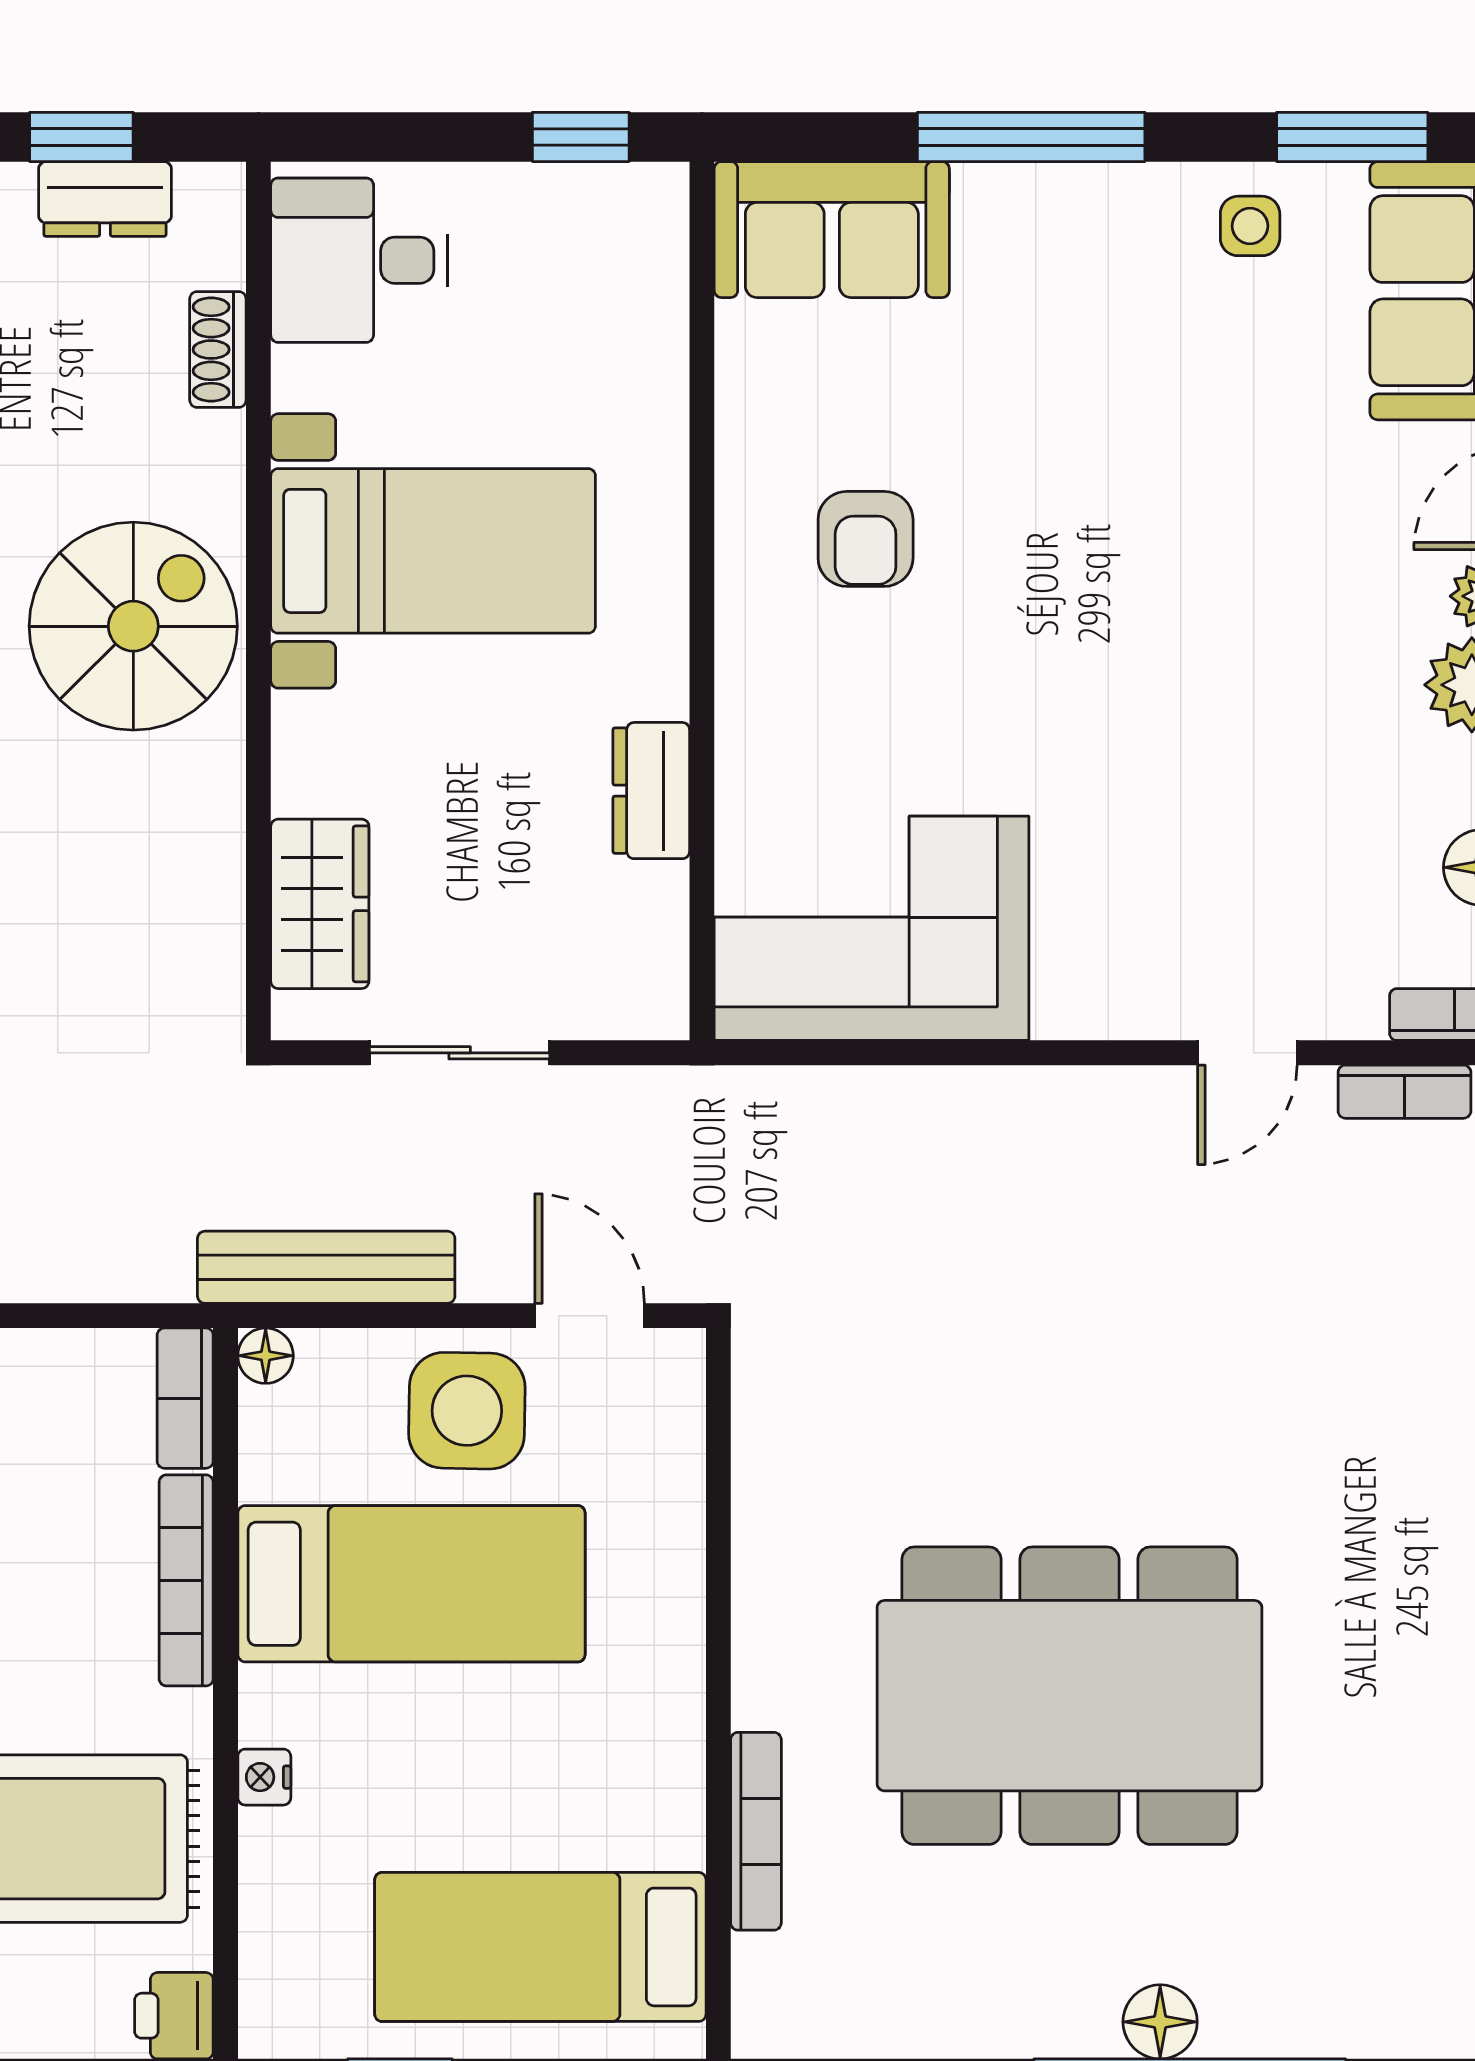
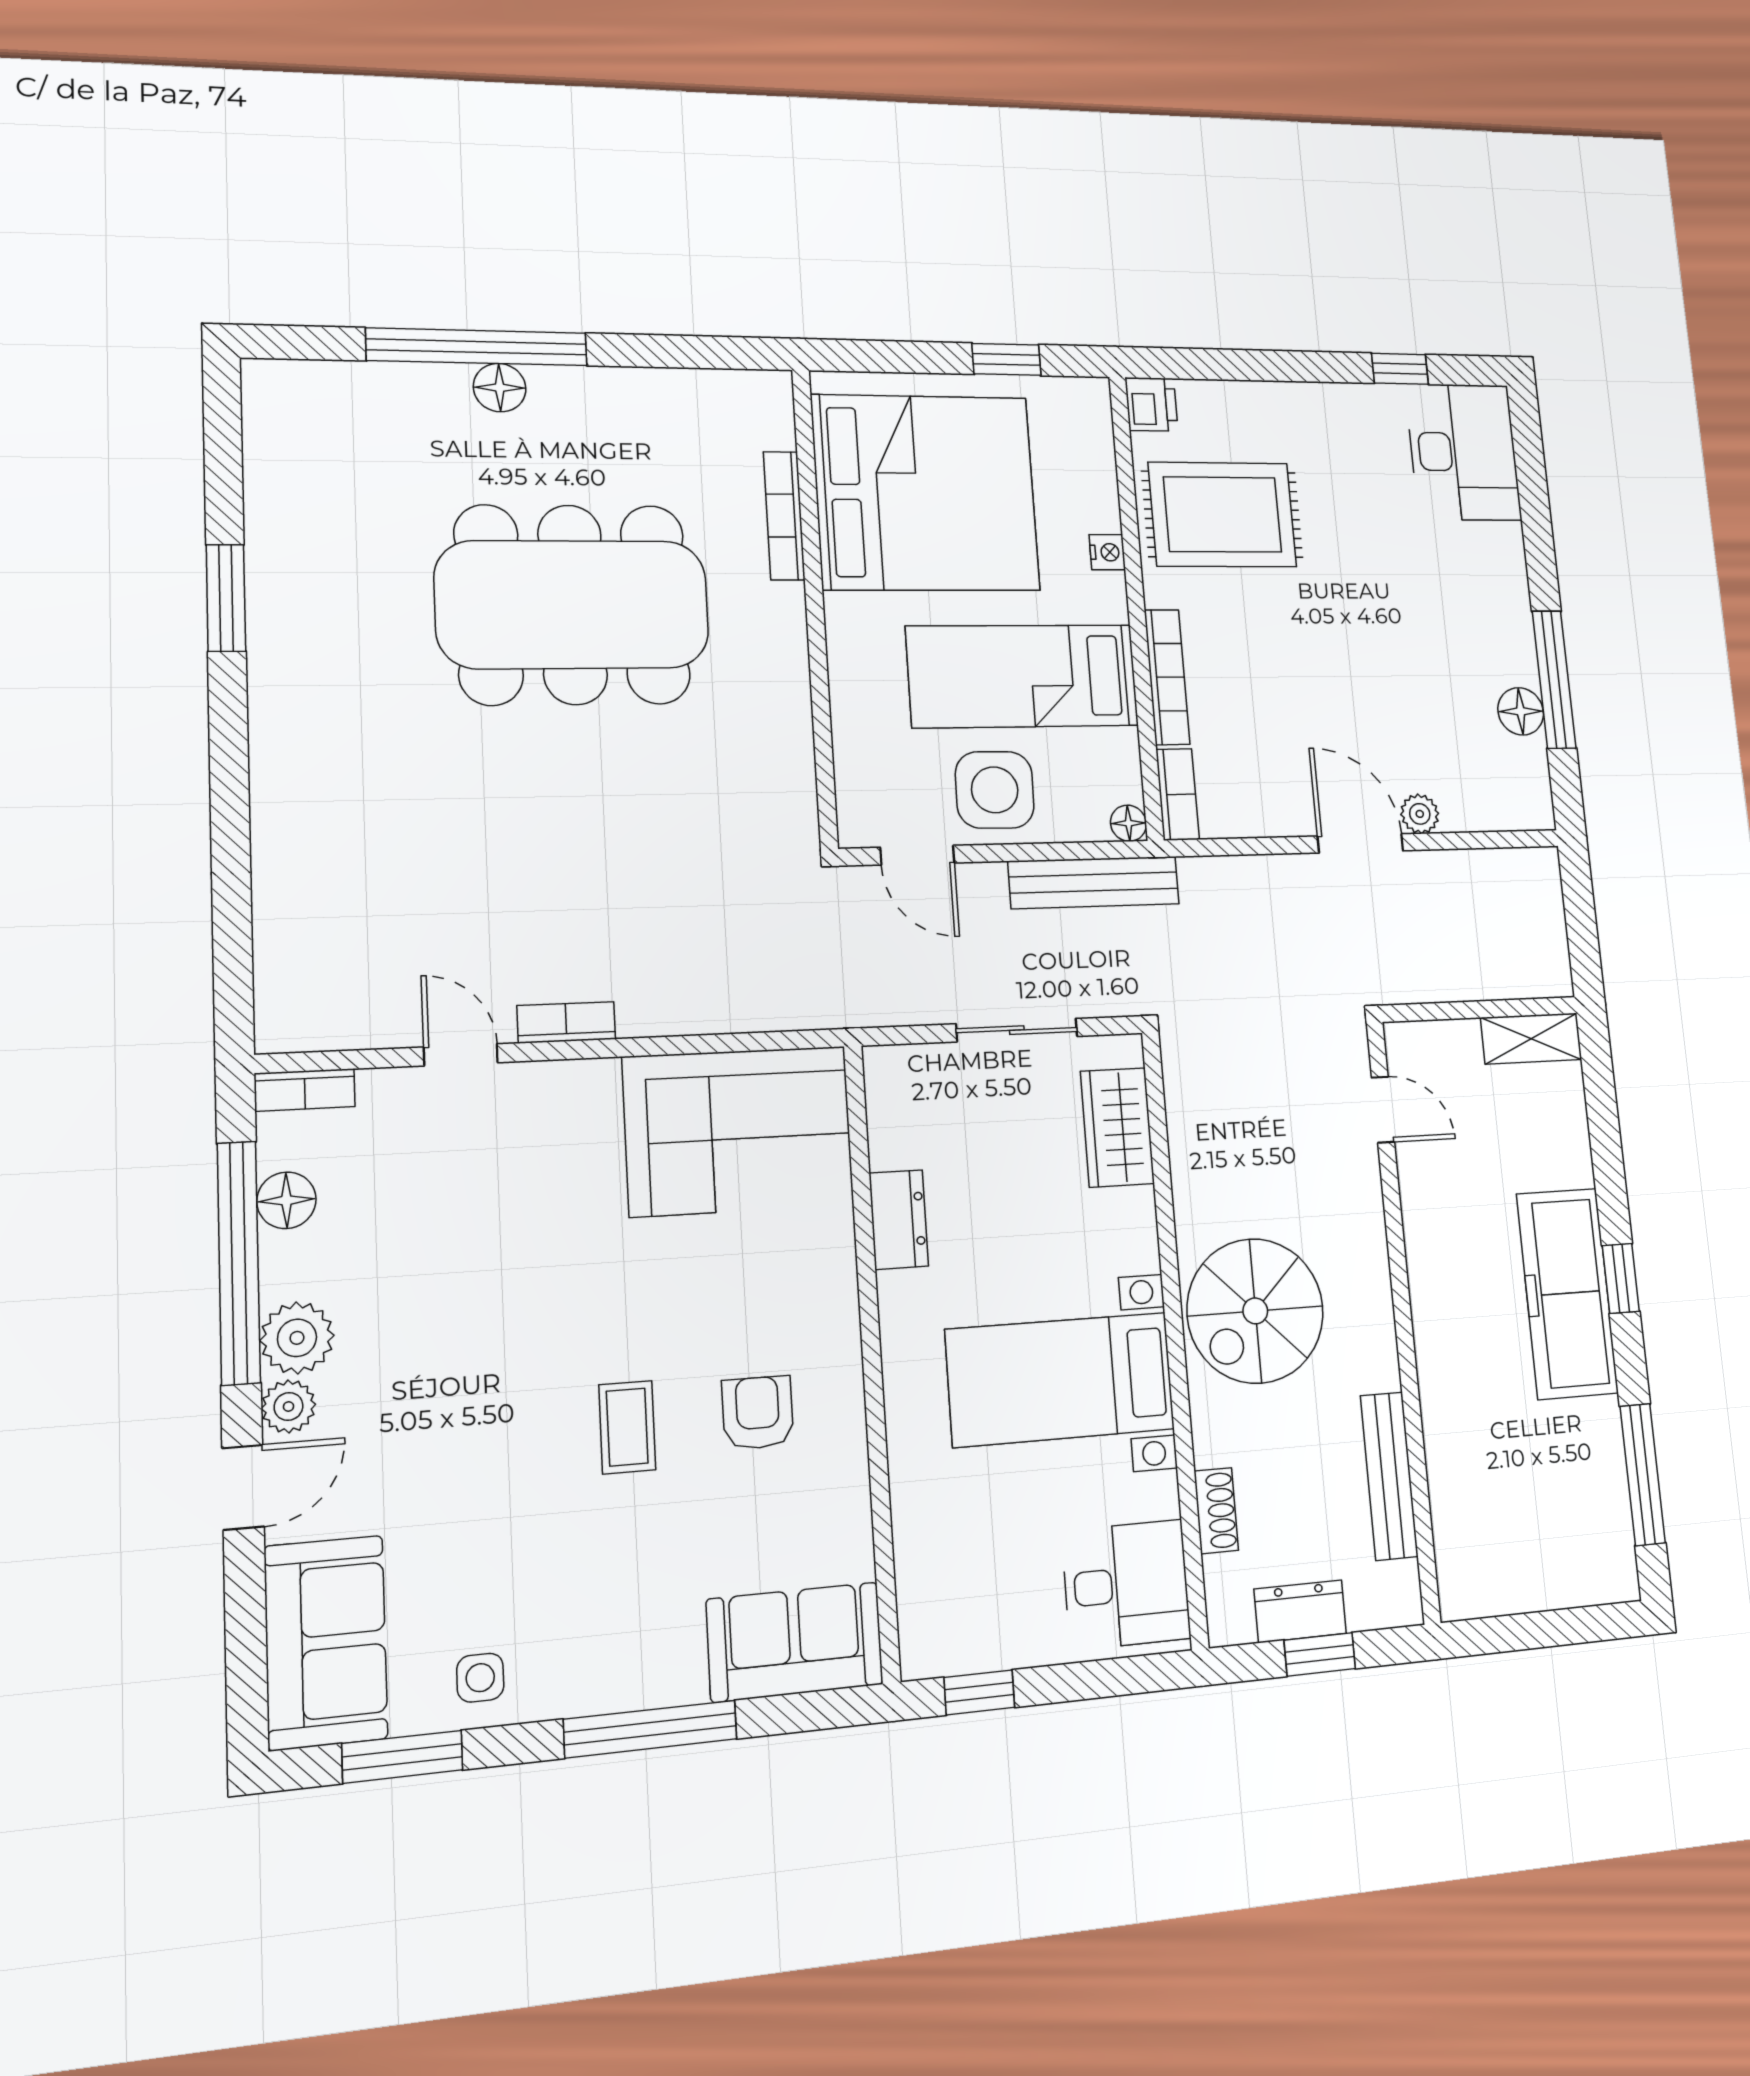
coffee table: (1044, 534) -> (627, 1427), added
door: (1247, 1053) -> (461, 1055), hinge flipped
bookcase: (1404, 1092) -> (566, 1022), moved
bed: (540, 1947) -> (926, 493), width x2.04

